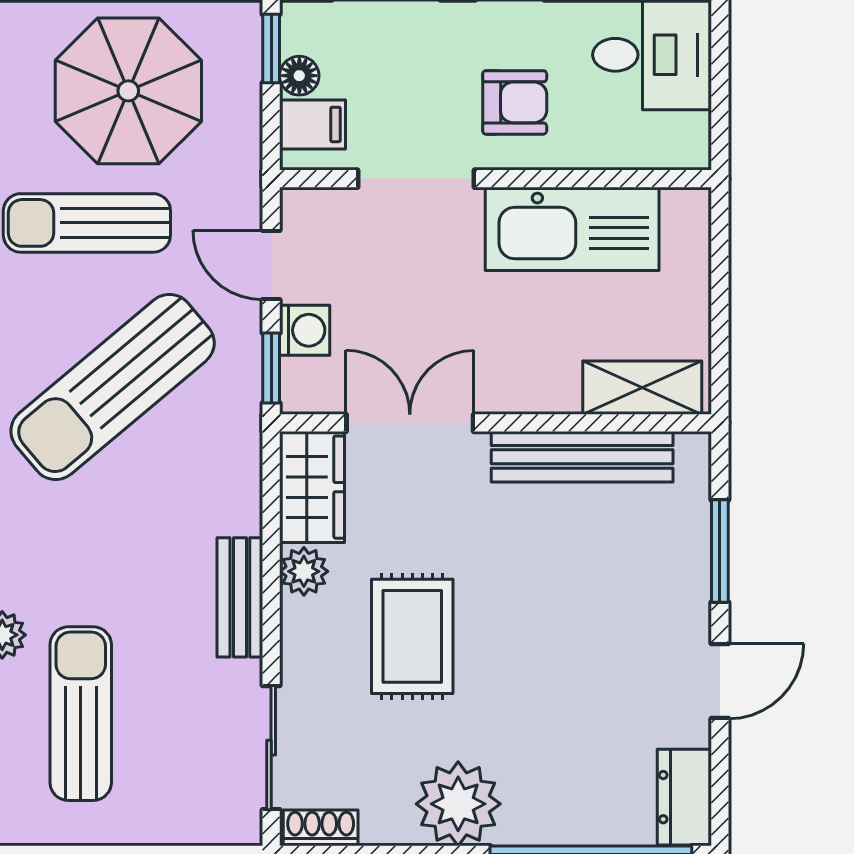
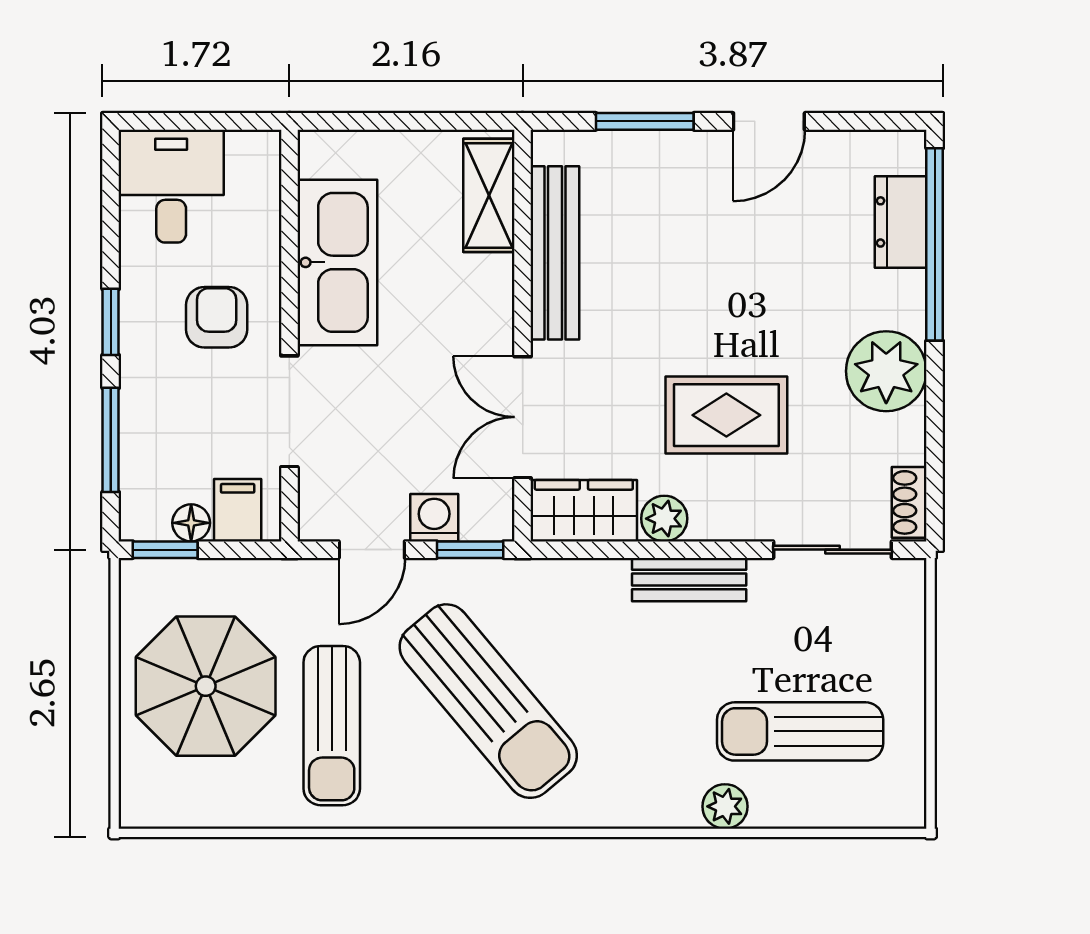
door: (720, 681) -> (769, 121), swing flipped
dresser: (684, 797) -> (901, 222), moved, turned 90

